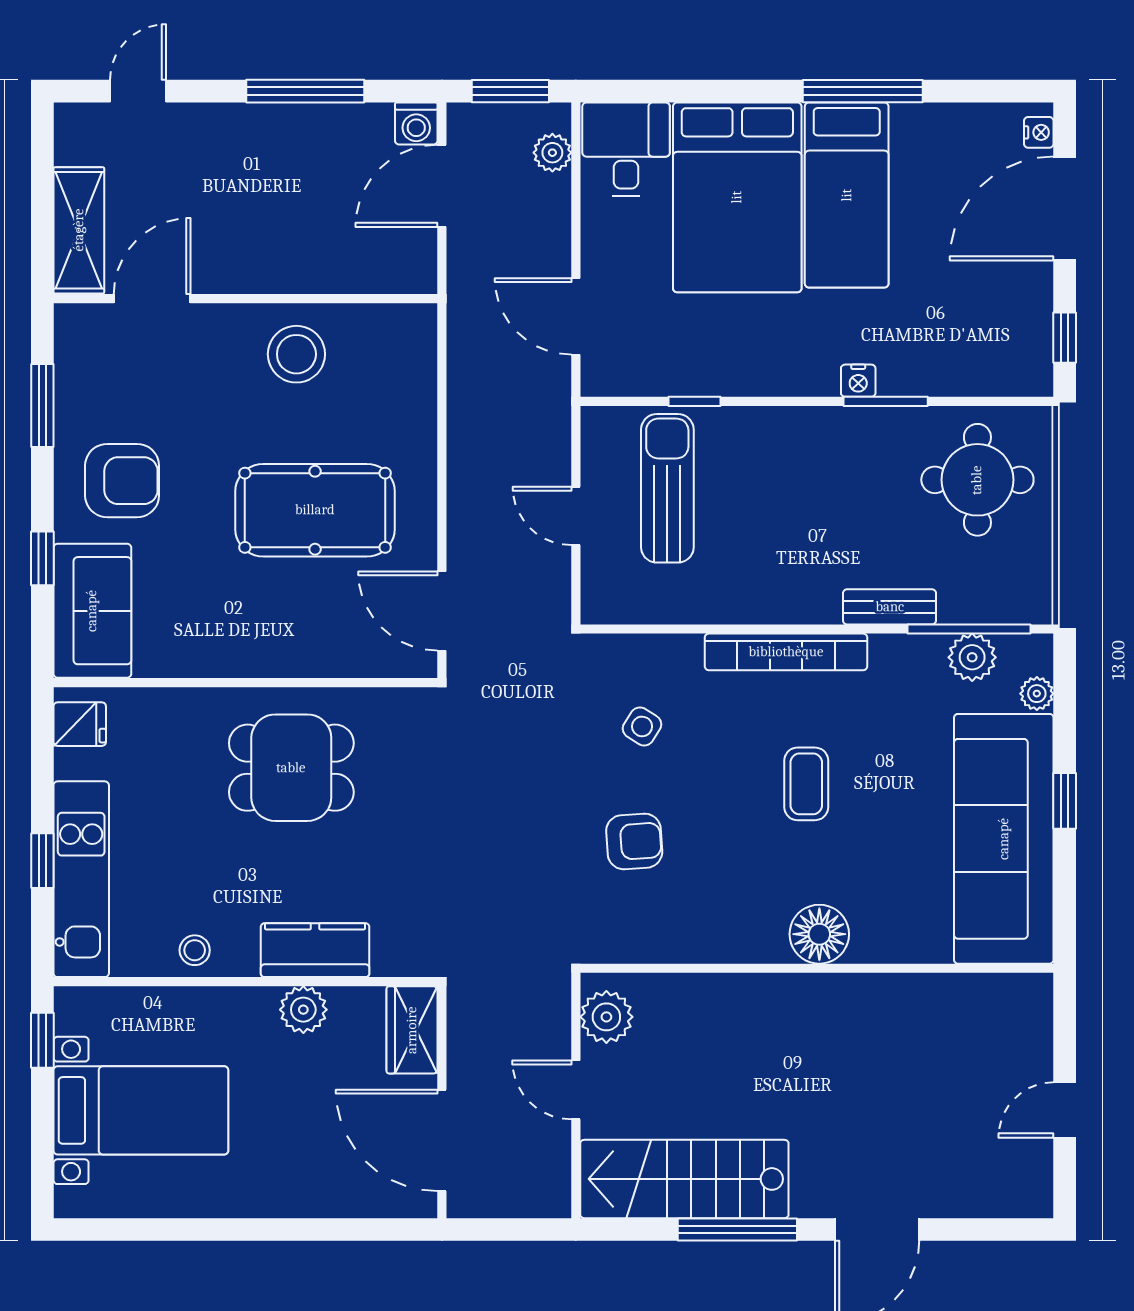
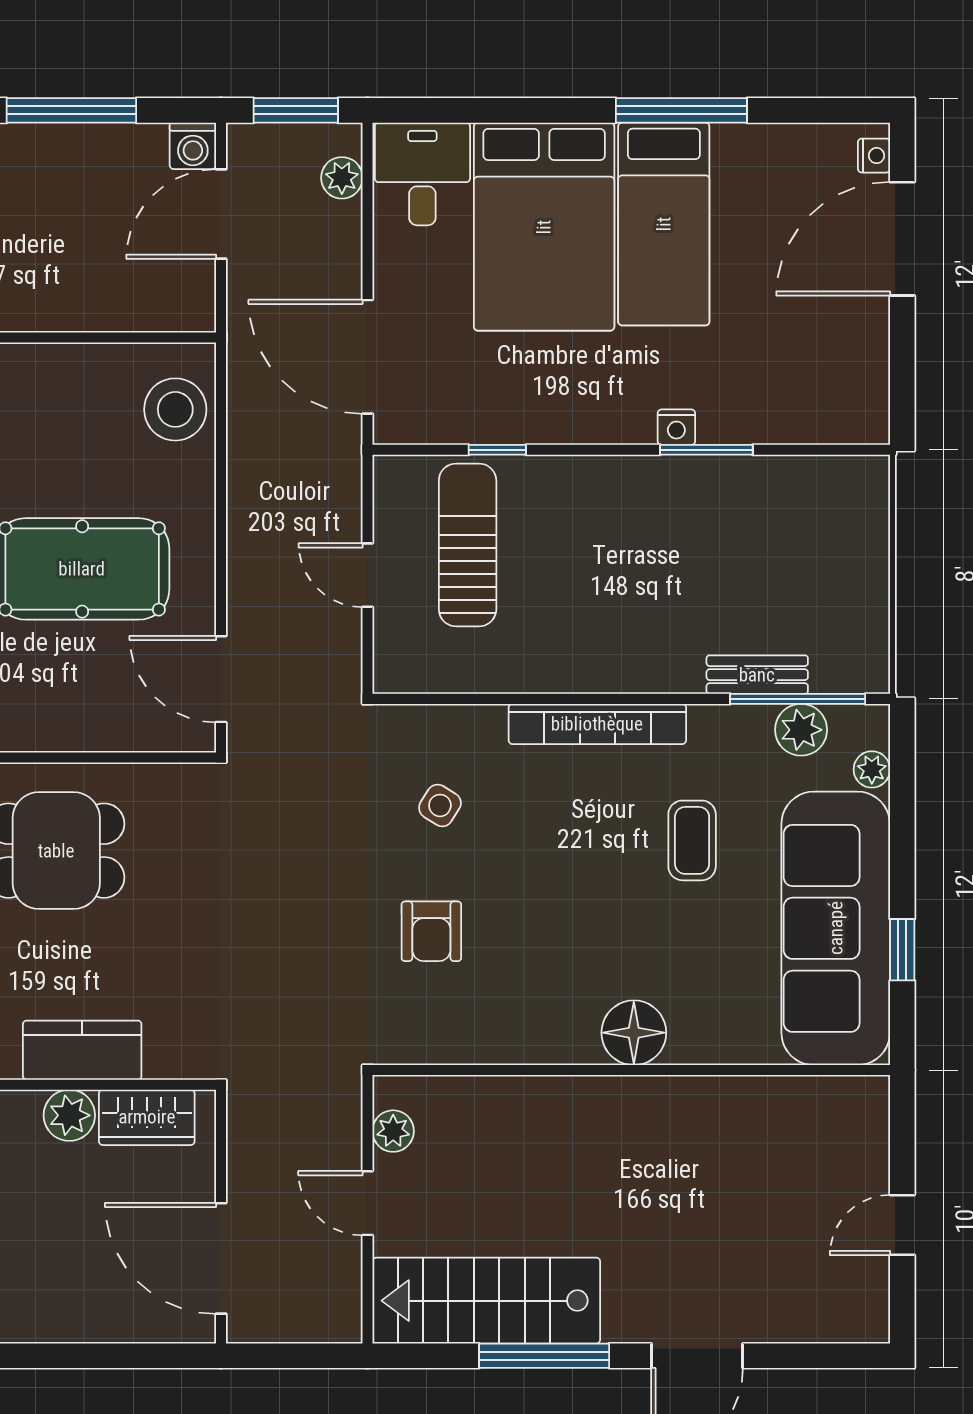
door: (576, 316) -> (367, 357), width x1.36
window: (1065, 338) -> (902, 380), removed
stool: (296, 354) -> (175, 409), moved
round table: (977, 480) -> (807, 536), removed
bench: (890, 607) -> (757, 675), moved
coffee table: (806, 784) -> (692, 840), moved
window: (1065, 801) -> (902, 950), moved
armchair: (634, 841) -> (431, 931), turned 94
plant: (606, 1017) -> (393, 1131), width x0.73, depth x0.73
wardrobe: (412, 1030) -> (147, 1117), moved, turned -90

